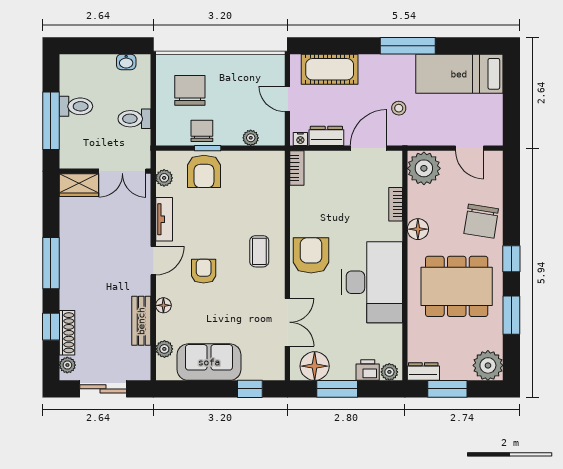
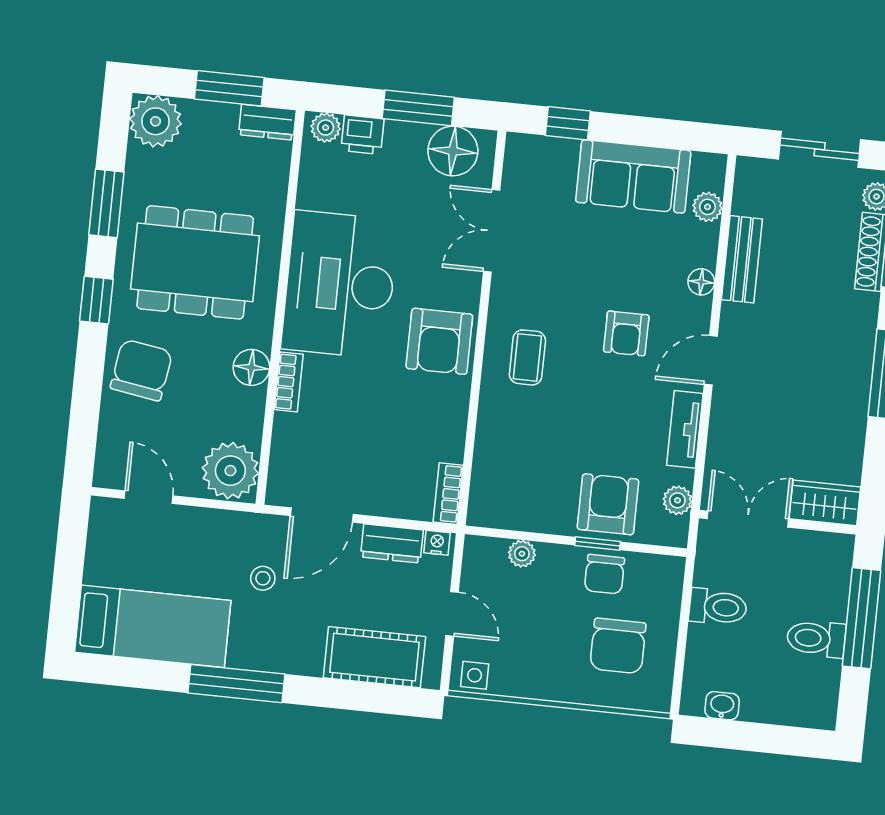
side table: (271, 65) -> (475, 675), added
bookcase: (396, 204) -> (289, 382), moved

